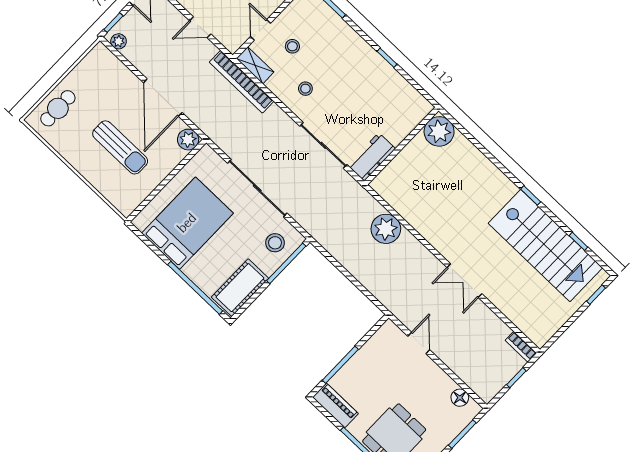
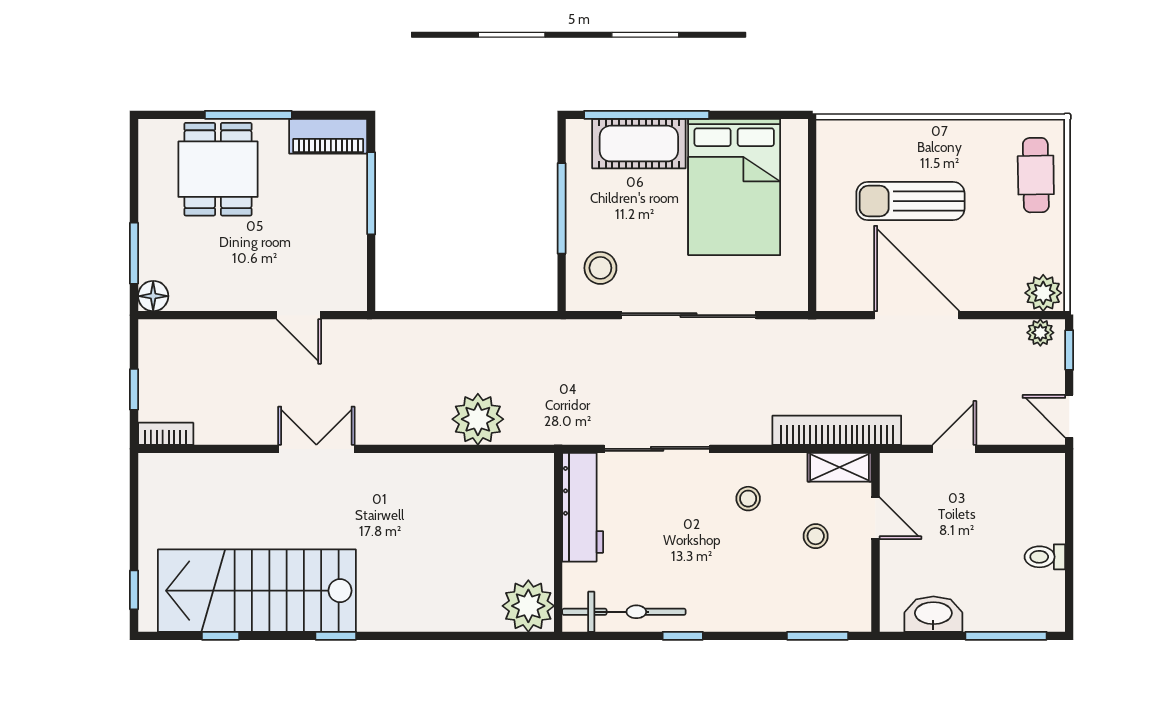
bicycle: (402, 91) -> (624, 612), added
plant: (188, 140) -> (1043, 293), moved
workbench: (371, 157) -> (583, 507), width x1.38
window: (286, 263) -> (562, 208), moved
cot: (240, 288) -> (639, 144), moved, turned 90
floor lamp: (460, 398) -> (153, 296), moved

